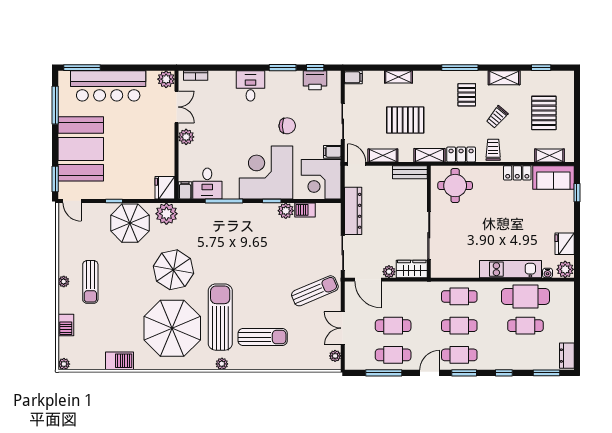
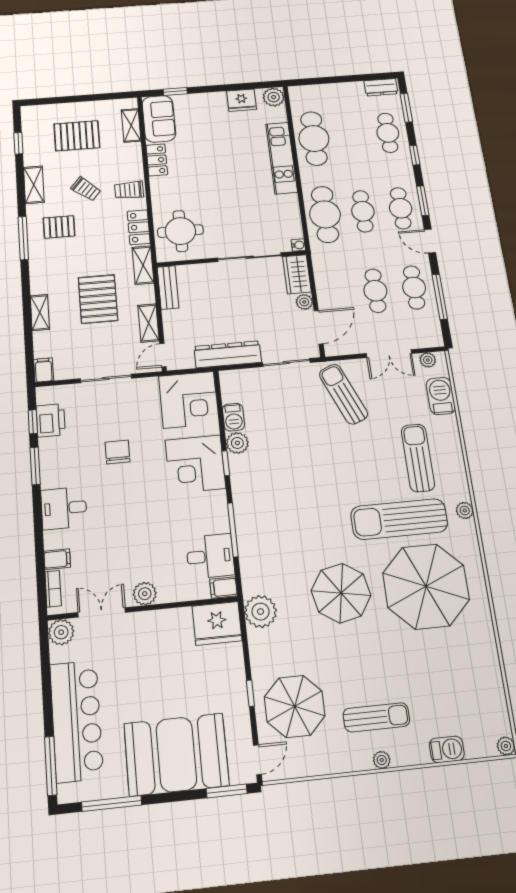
filing cabinet: (332, 152) -> (57, 559), moved, turned -90
corner desk: (266, 173) -> (195, 464), width x0.74, depth x0.74
fridge: (165, 188) -> (217, 623), width x1.36, depth x1.34
parasol: (130, 223) -> (295, 706), moved
water cooler: (548, 273) -> (298, 245), moved
cafe table: (459, 296) -> (325, 214), width x1.37, depth x1.35
cafe table: (525, 326) -> (388, 133), moved
barbecue: (119, 361) -> (441, 396), moved

